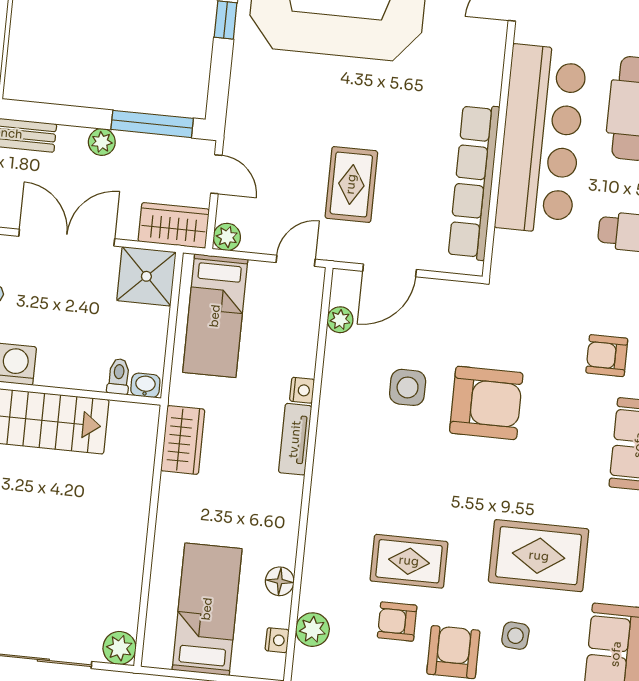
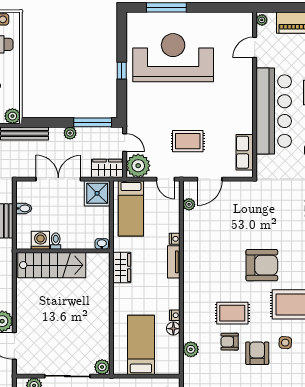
row of seats: (474, 182) -> (245, 152), width x0.50
rug: (351, 184) -> (188, 141), turned 90
plant: (227, 237) -> (138, 166), width x1.88, depth x1.88
door: (296, 261) -> (166, 179), swing flipped
toilet: (119, 376) -> (56, 241), moved
side table: (408, 387) -> (223, 233), removed
armchair: (486, 403) -> (262, 265), moved
nightstand: (277, 640) -> (175, 315), moved

